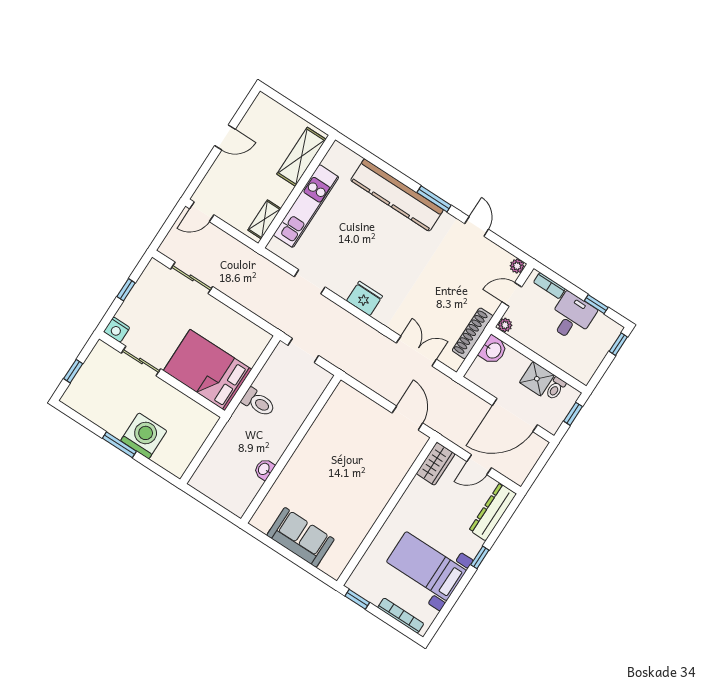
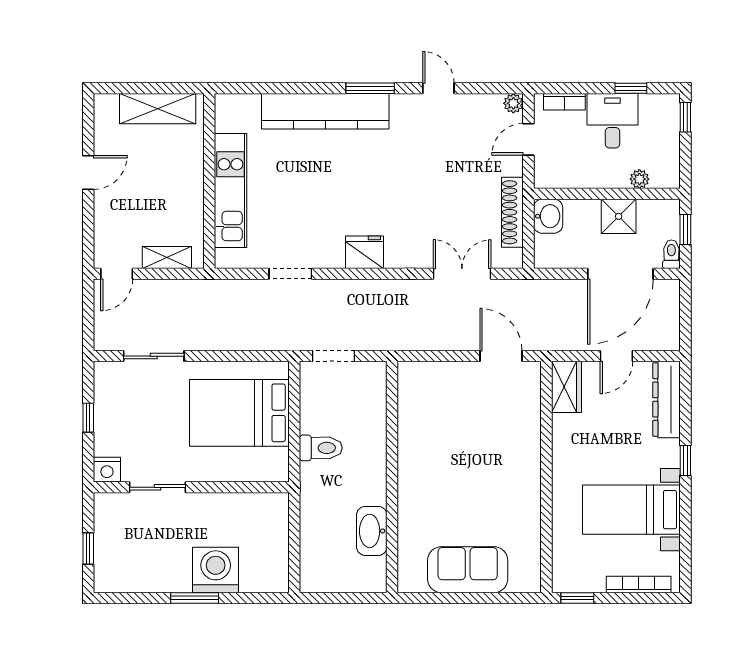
shelving: (301, 157) -> (158, 109), moved, turned 90
shelving: (264, 219) -> (167, 257), moved, turned 90
plant: (505, 325) -> (639, 179), moved
bed: (207, 370) -> (239, 413), moved
toilet: (556, 388) -> (671, 254), moved, turned 180
washbasin: (264, 469) -> (372, 531), width x1.91, depth x1.45

